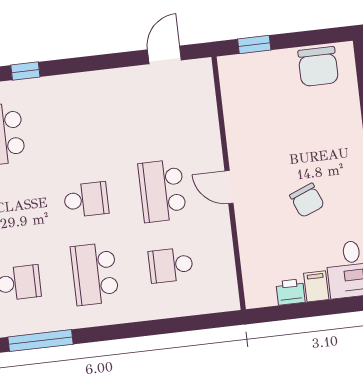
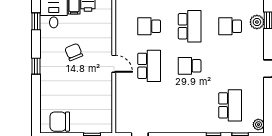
chair: (318, 66) -> (60, 122), turned -90
school desk: (171, 265) -> (149, 26), turned 180

